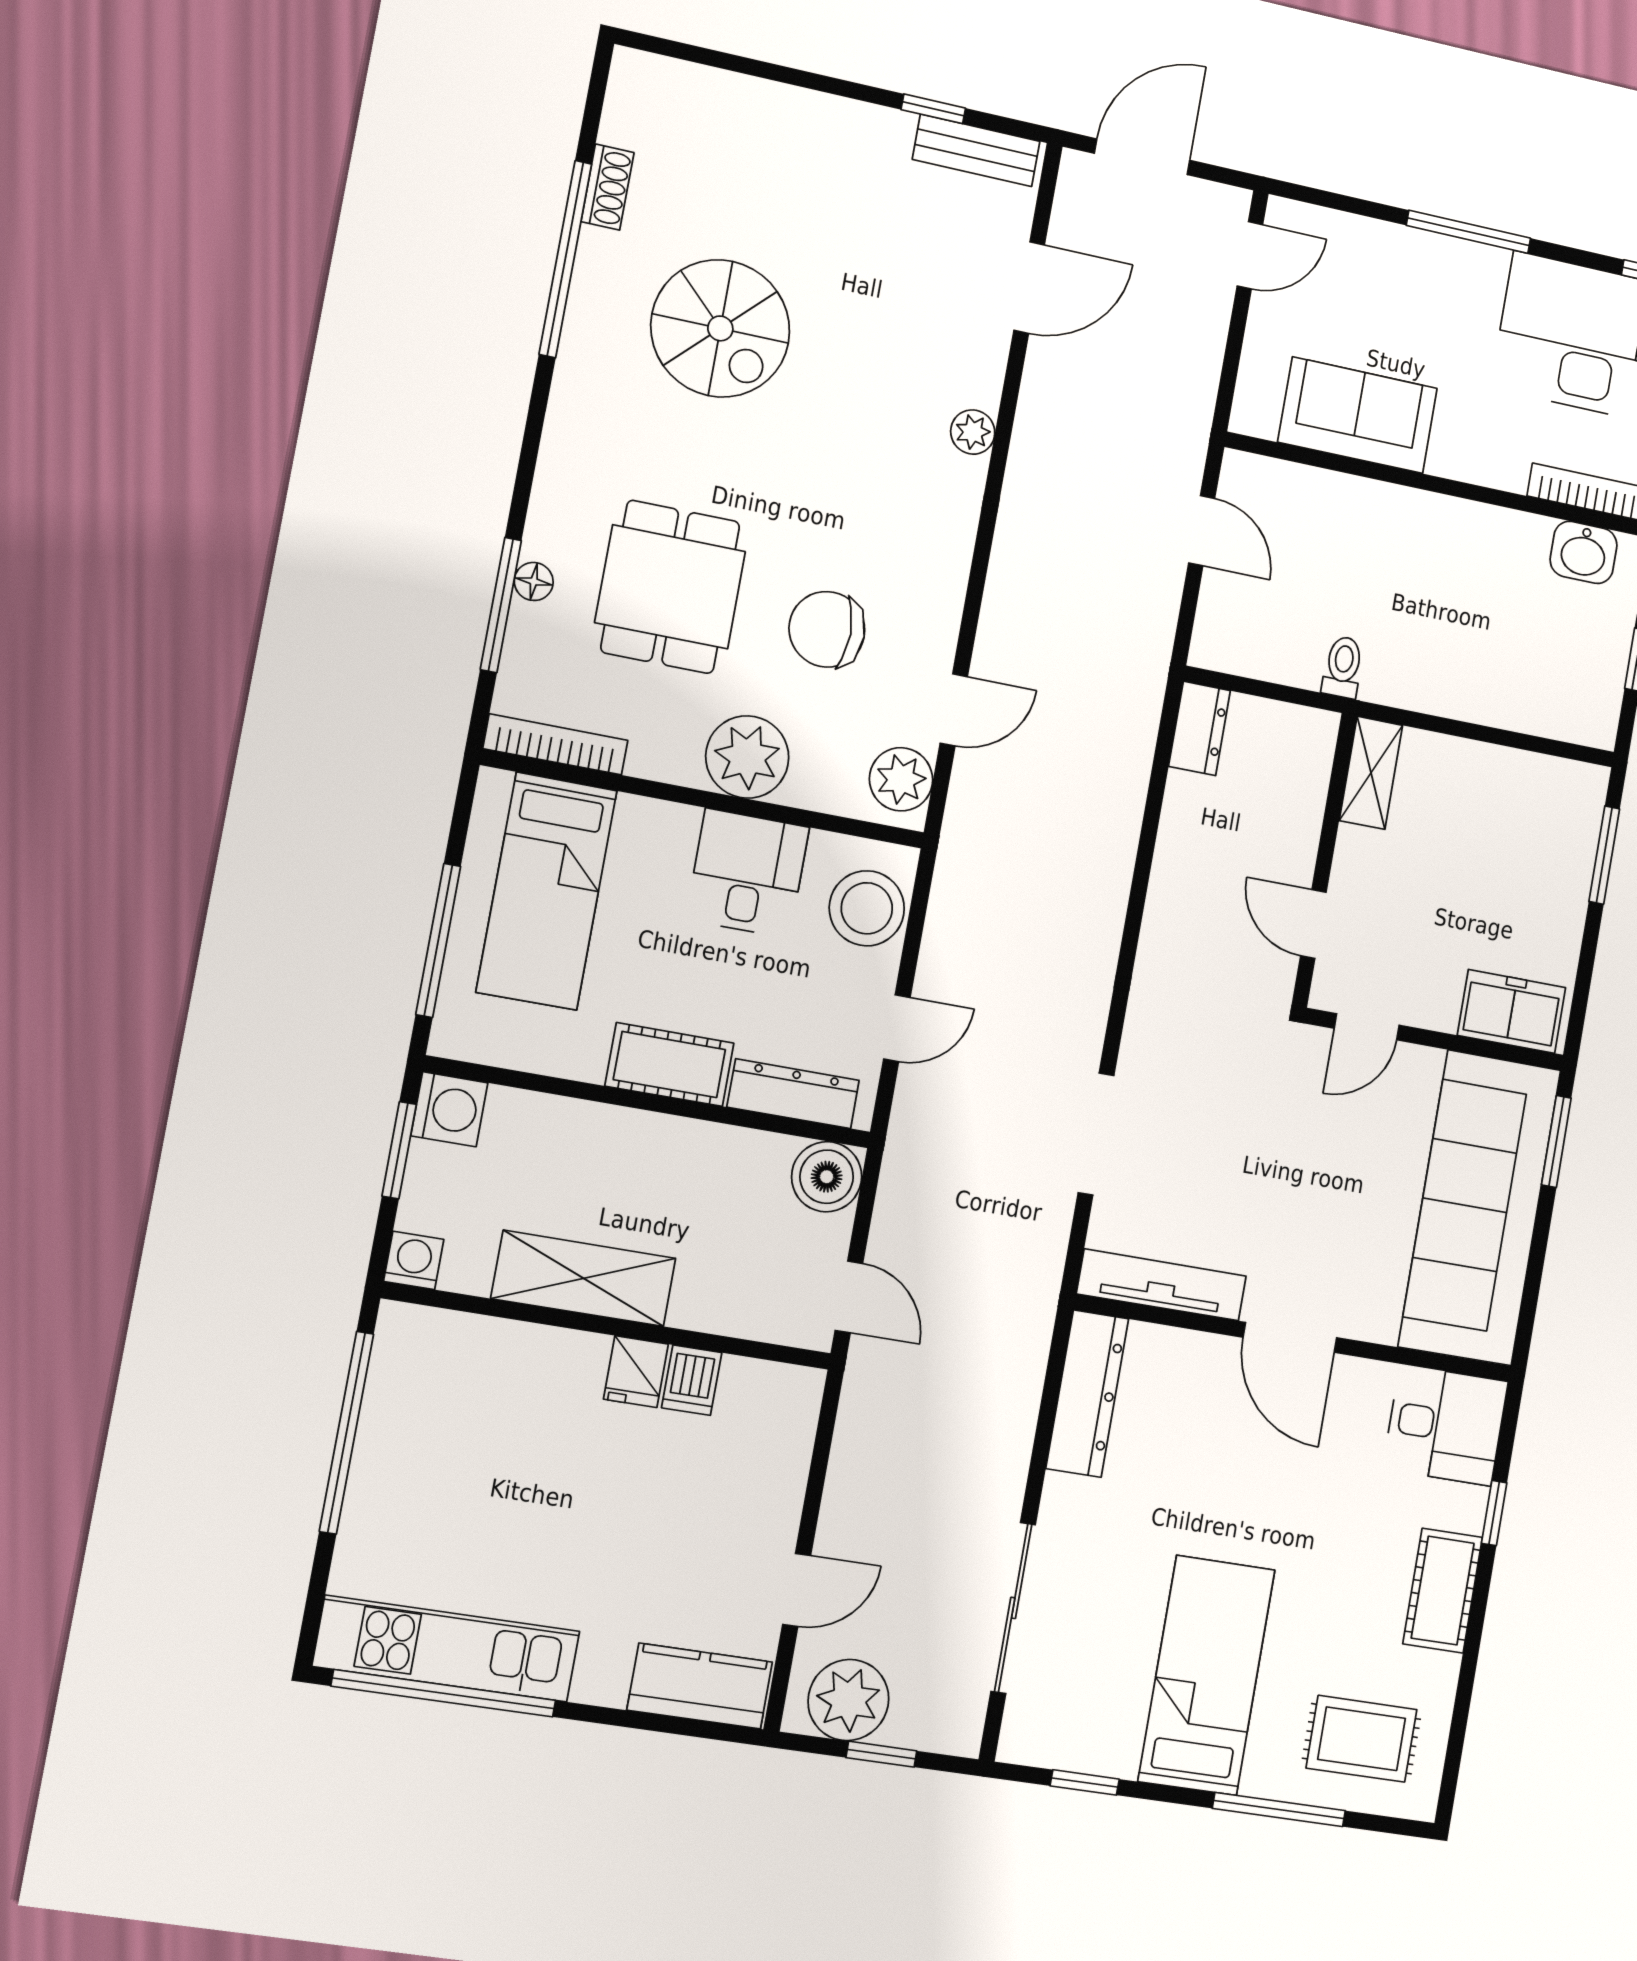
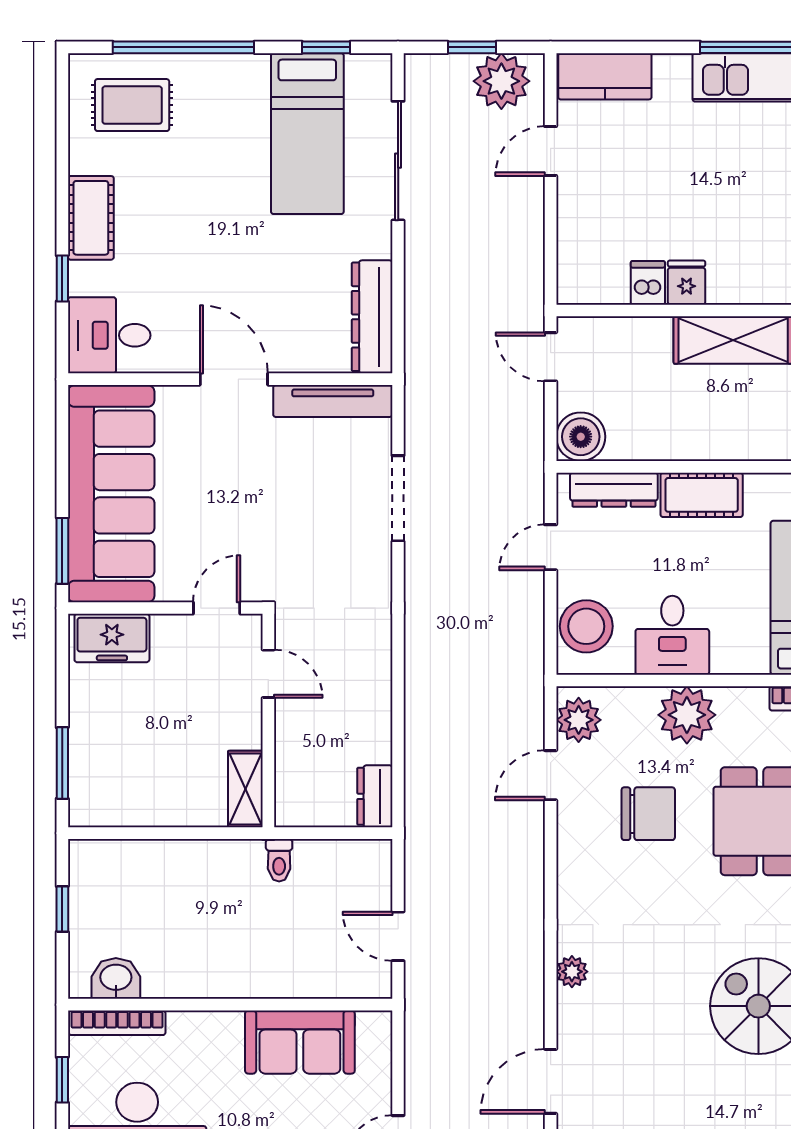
bed: (1206, 1675) -> (307, 134), moved
window: (1279, 1810) -> (183, 47), width x1.46

